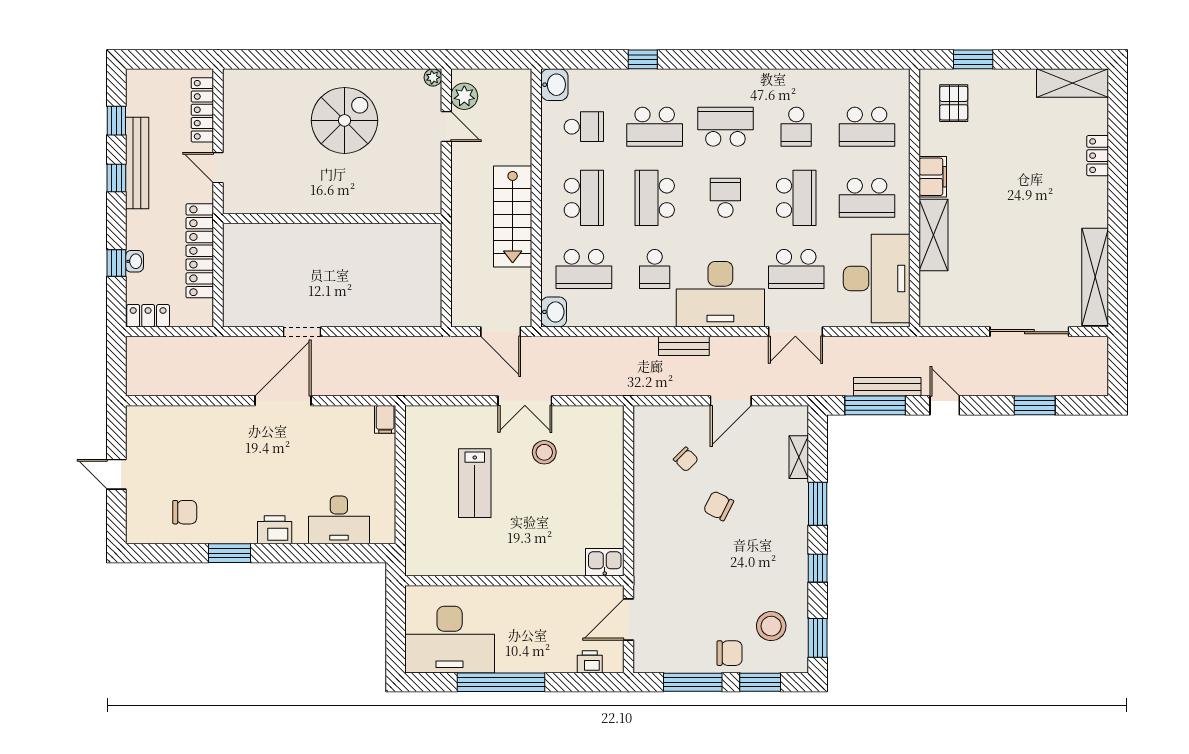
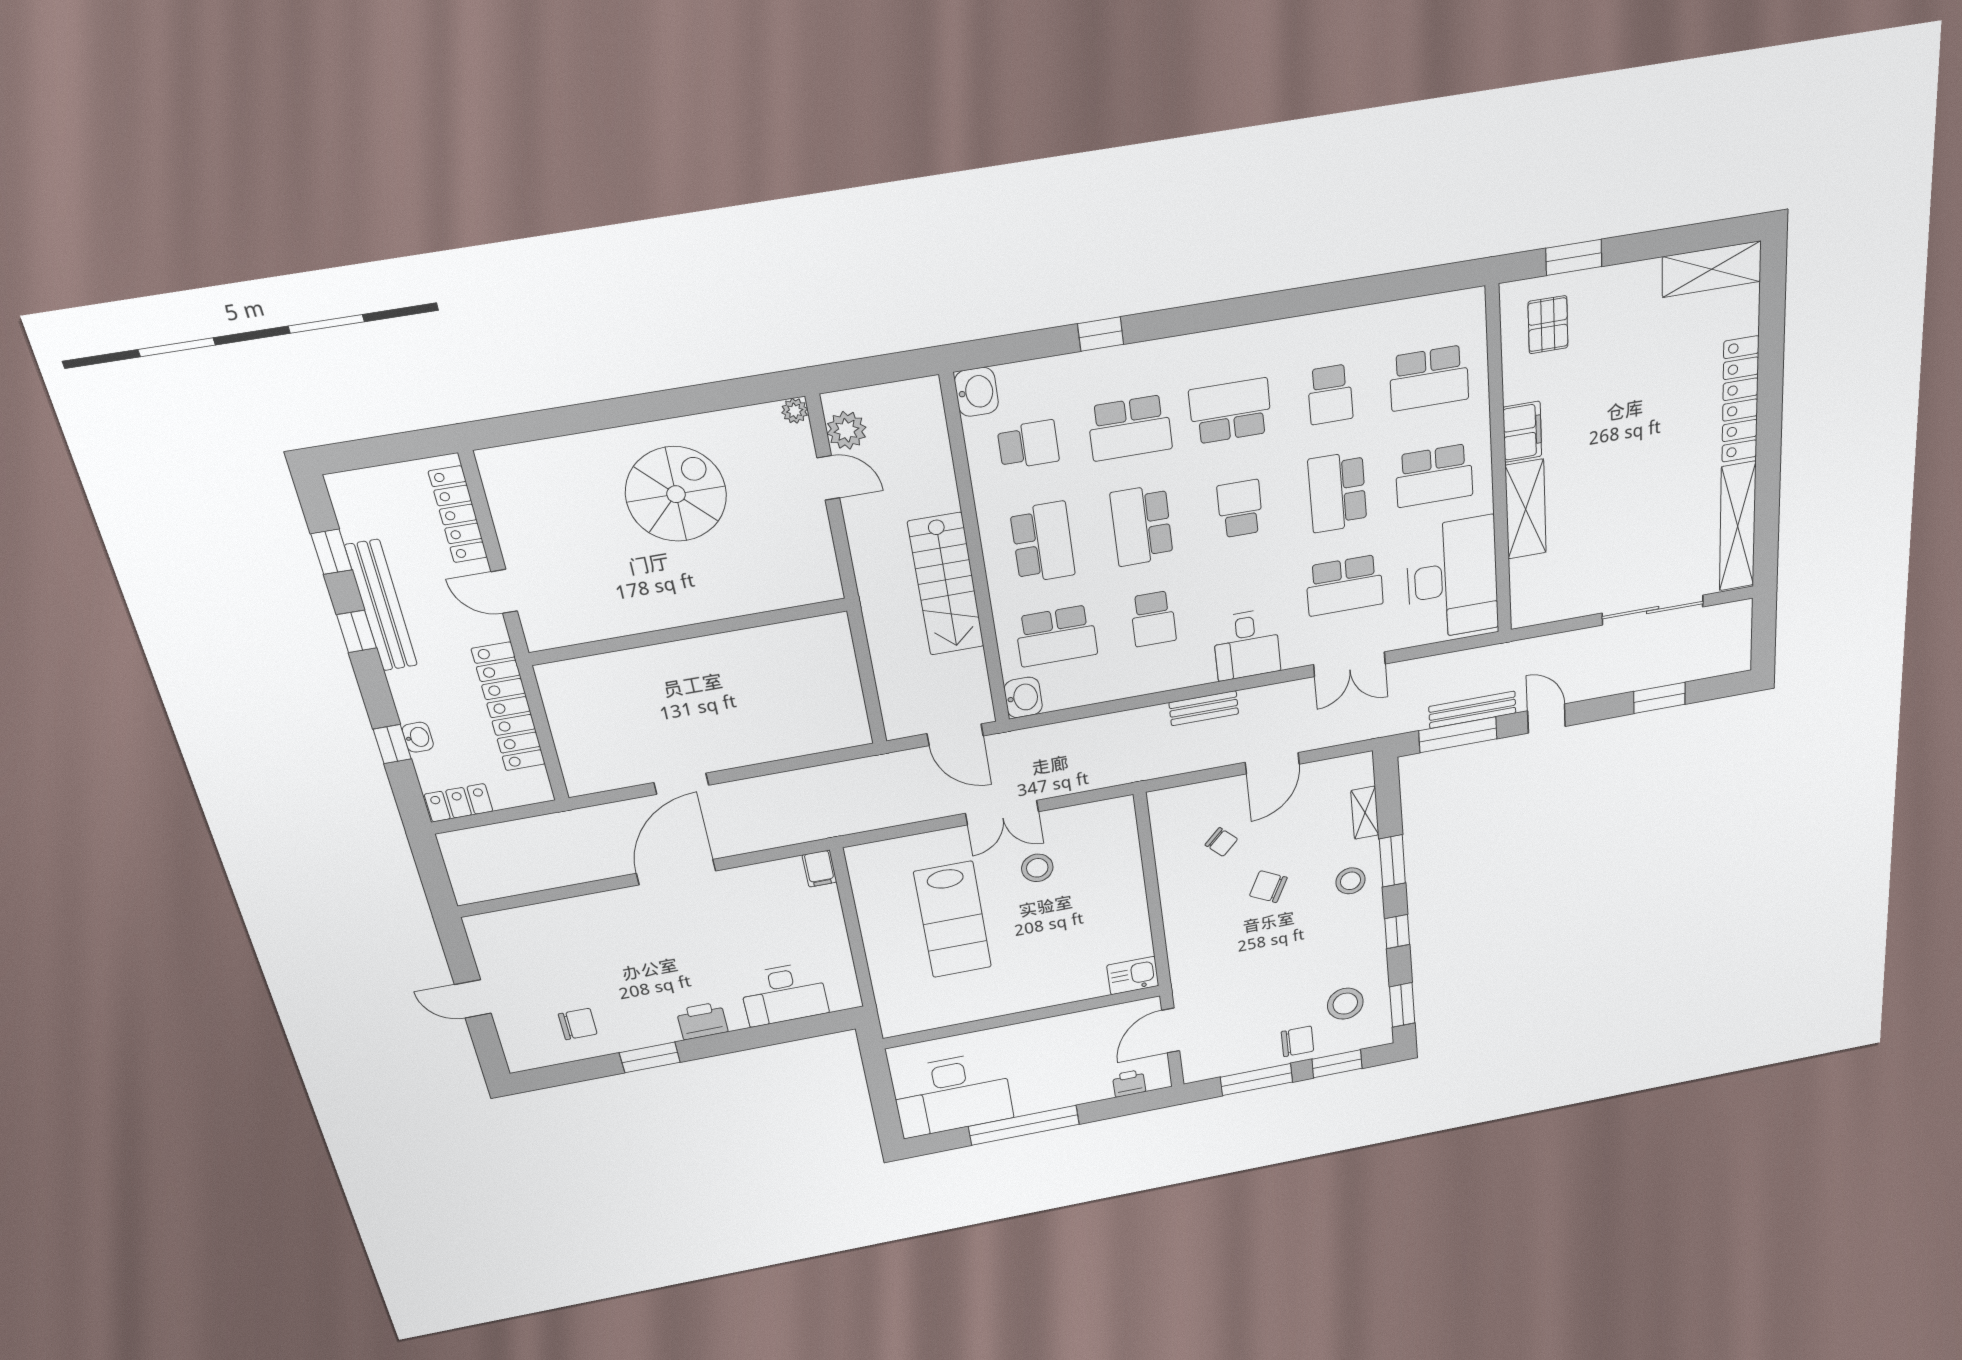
locker: (1098, 156) -> (1740, 400), width x2.16, depth x1.21
school desk: (796, 198) -> (1337, 492), turned 180
desk: (720, 294) -> (1247, 645), width x0.53, depth x0.77
lab bench: (475, 483) -> (953, 920), width x1.36, depth x1.39
stool: (783, 514) -> (1351, 881), added

